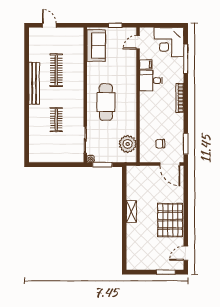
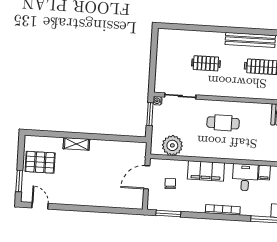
cafe table: (106, 102) -> (223, 123), width x0.73, depth x0.74
filing cabinet: (148, 114) -> (206, 171), added
door: (170, 164) -> (147, 177), moved
shelving: (131, 211) -> (76, 144), moved
pallet: (170, 220) -> (40, 162), moved, width x0.73, depth x0.71

